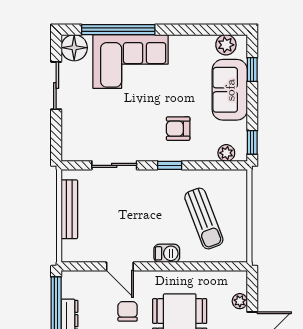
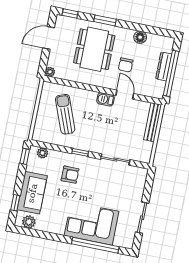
floor lamp: (74, 48) -> (126, 239), removed
bench: (69, 209) -> (153, 122), moved
barbecue: (167, 253) -> (105, 99), moved
plant: (240, 301) -> (50, 72), moved

